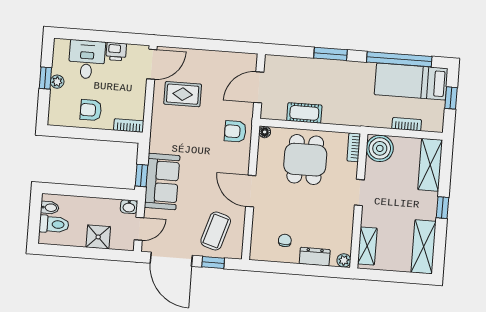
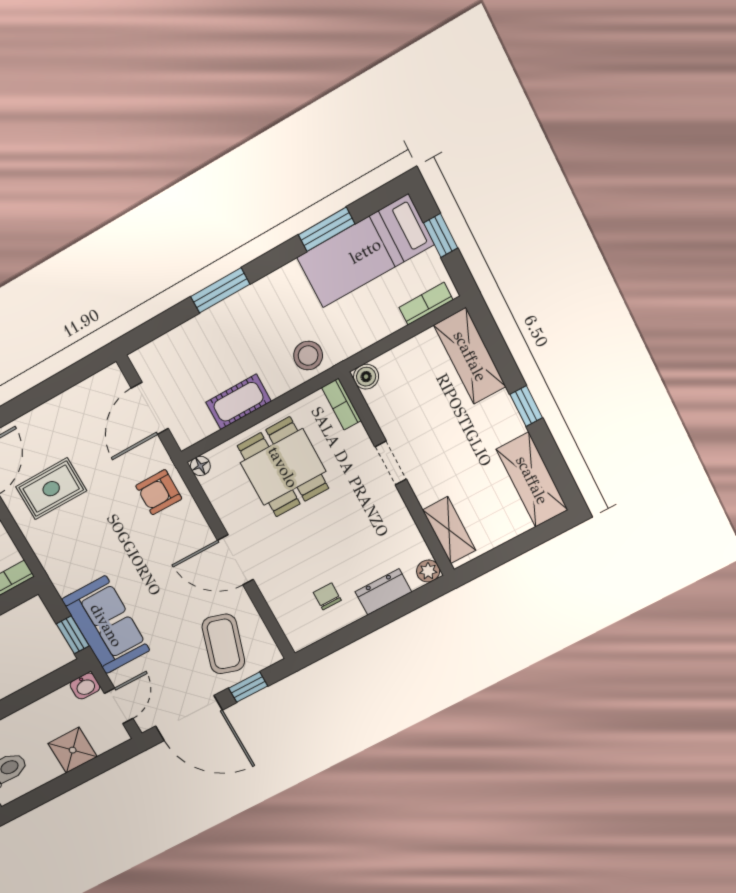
window: (399, 59) -> (327, 229), width x0.47
stool: (353, 113) -> (308, 356), added
bookcase: (407, 124) -> (426, 304), moved
boiler: (380, 148) -> (366, 377), width x0.54, depth x0.54

